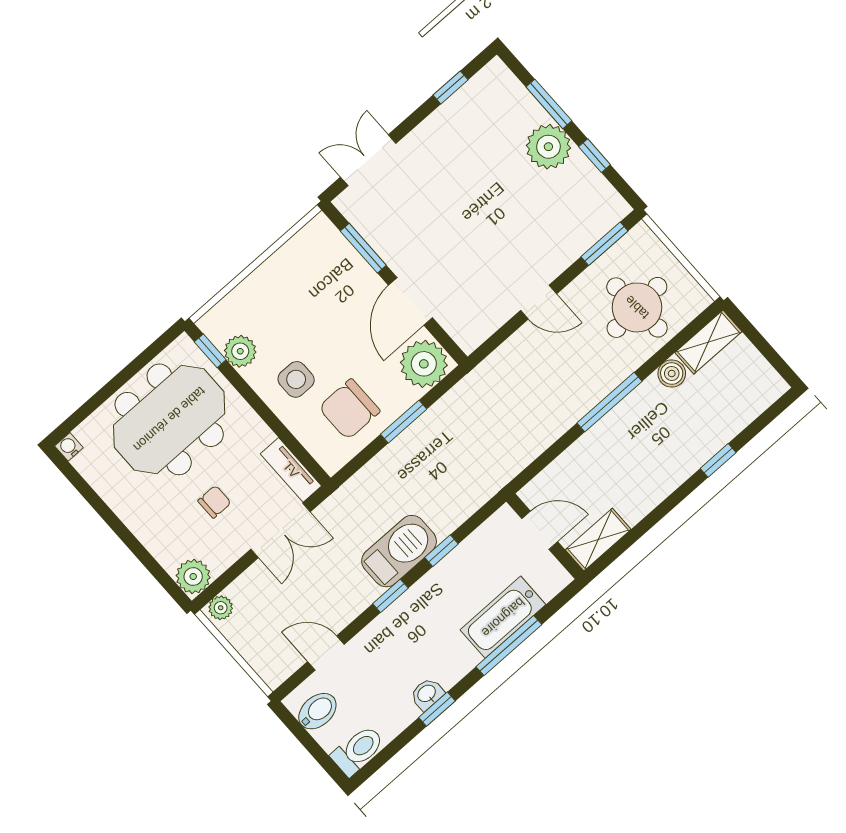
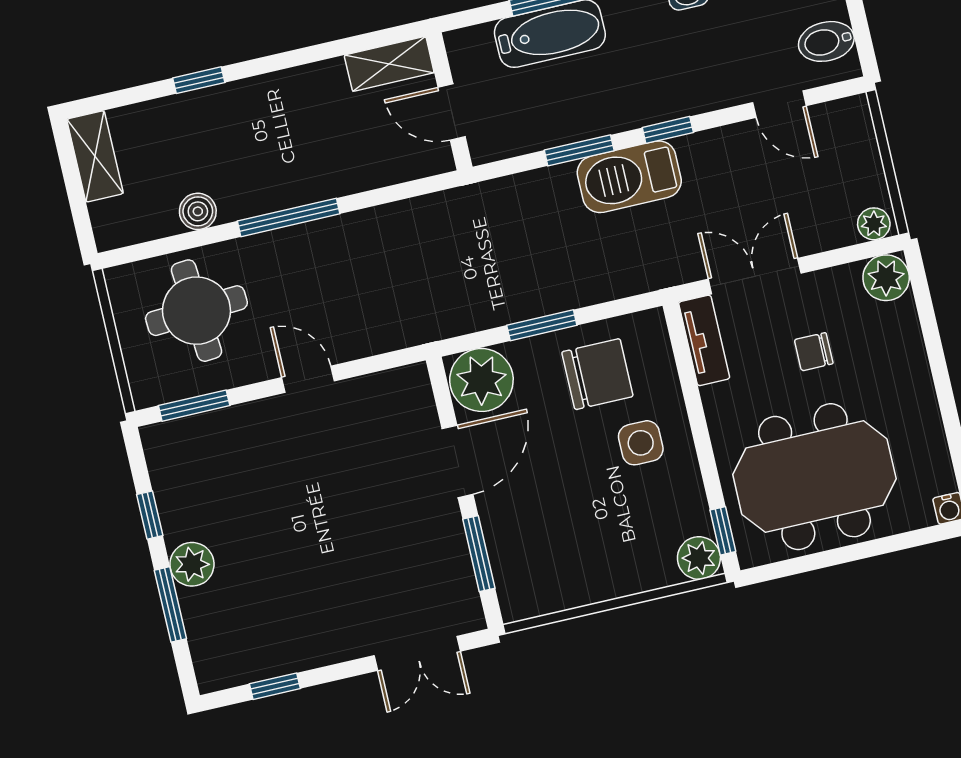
plant: (548, 147) -> (192, 564), width x0.73, depth x0.73
shelving: (708, 342) -> (95, 156), moved, turned 90
plant: (240, 351) -> (699, 558), moved
window: (442, 551) -> (579, 150), width x1.50

